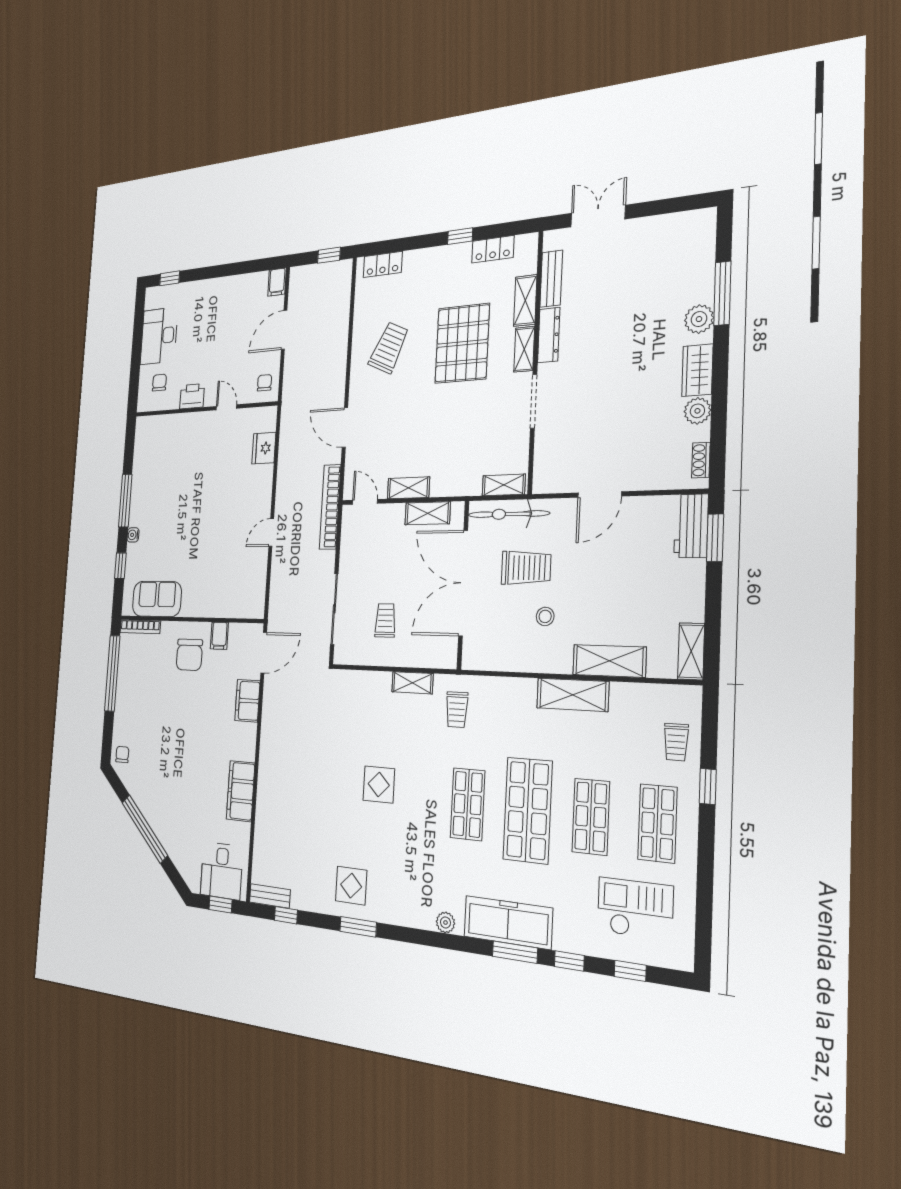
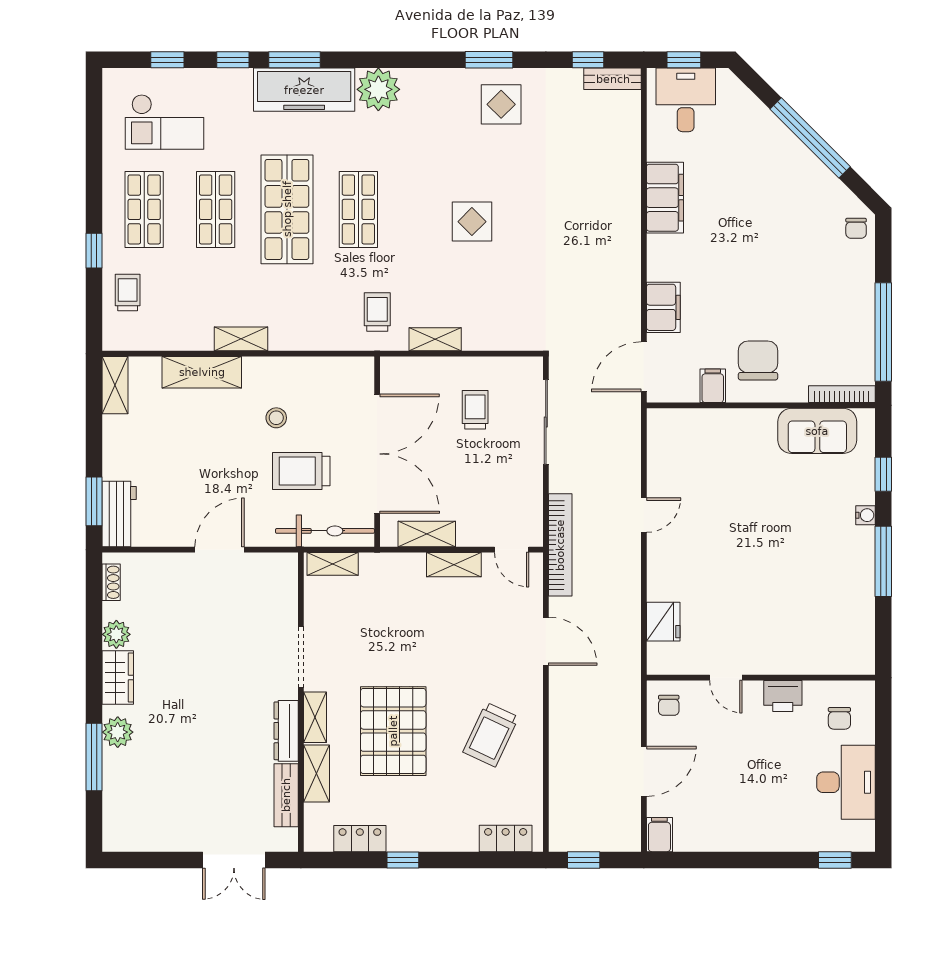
trolley: (385, 620) -> (475, 410), turned 180
shelving: (573, 695) -> (241, 339), width x0.67, depth x0.75
plant: (445, 922) -> (378, 89), width x1.88, depth x1.88

